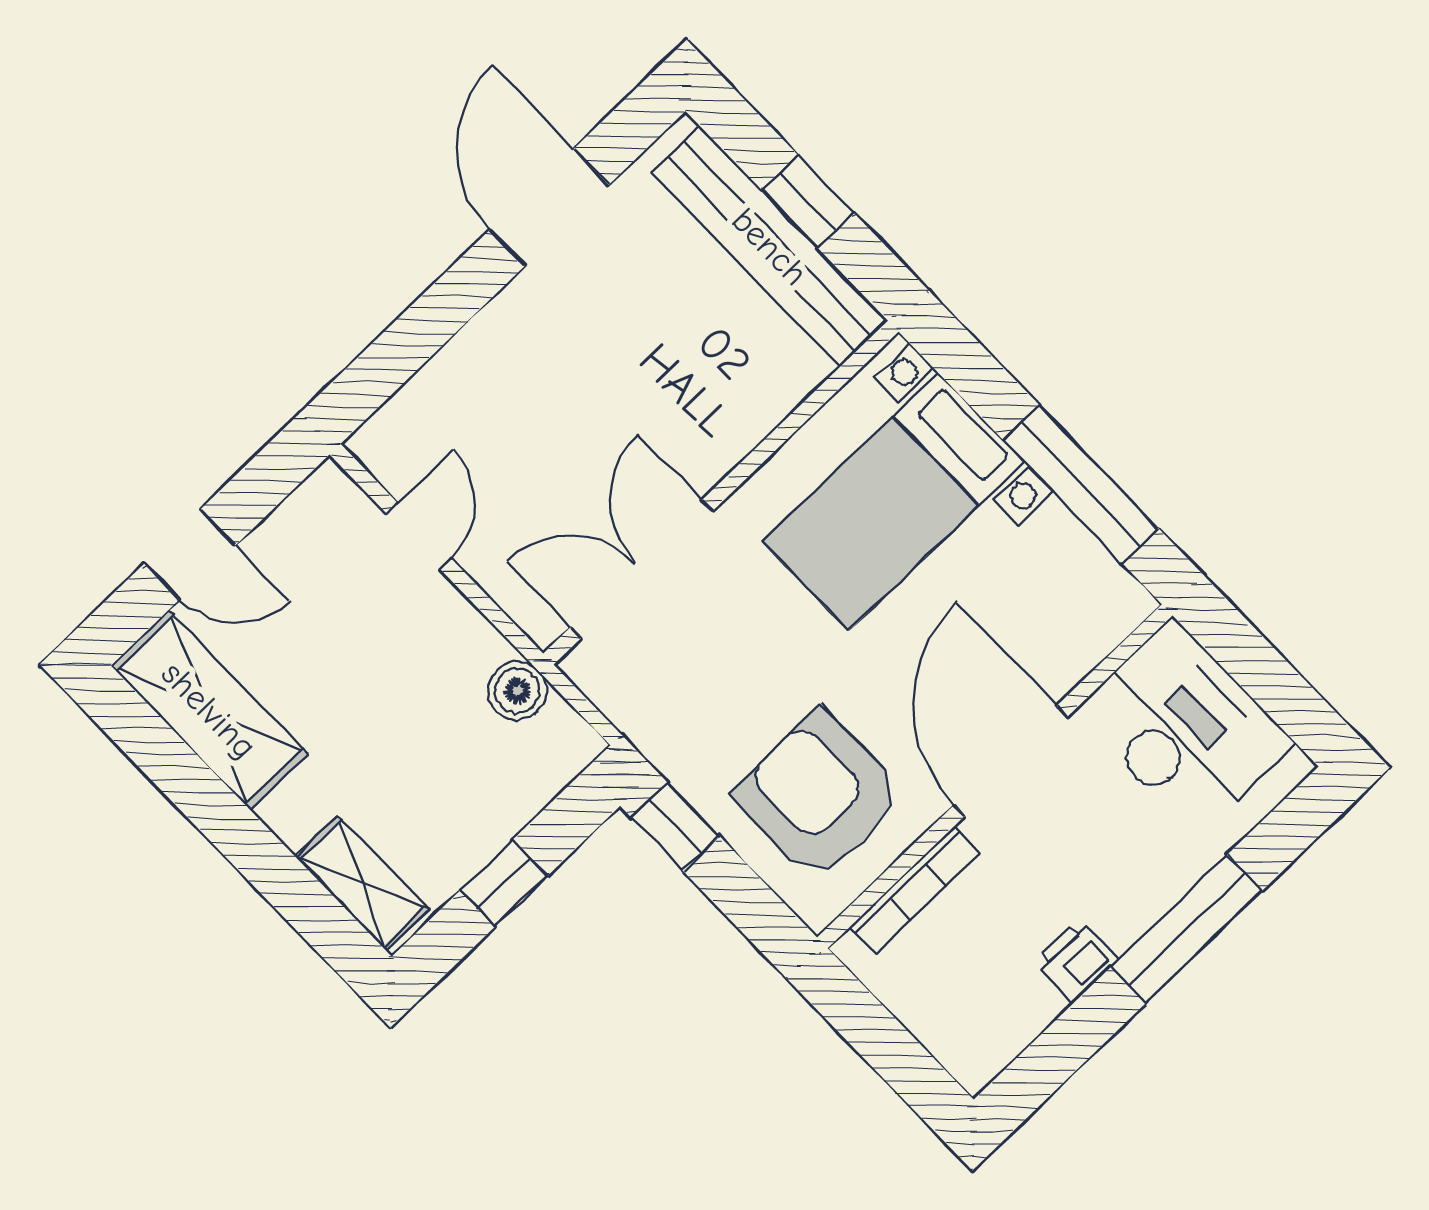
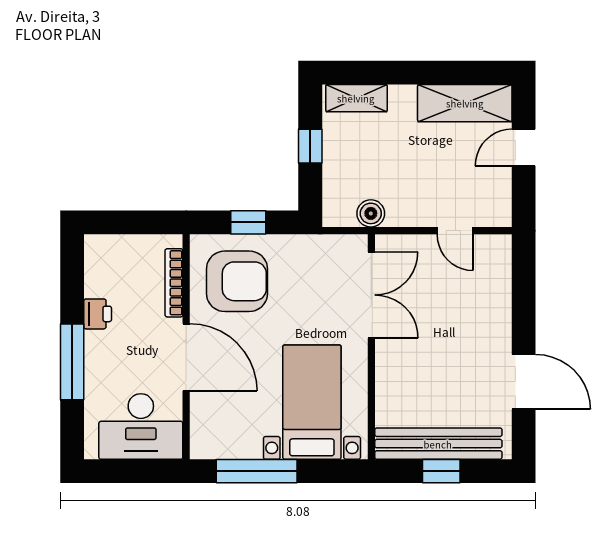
window: (676, 827) -> (248, 222), moved

